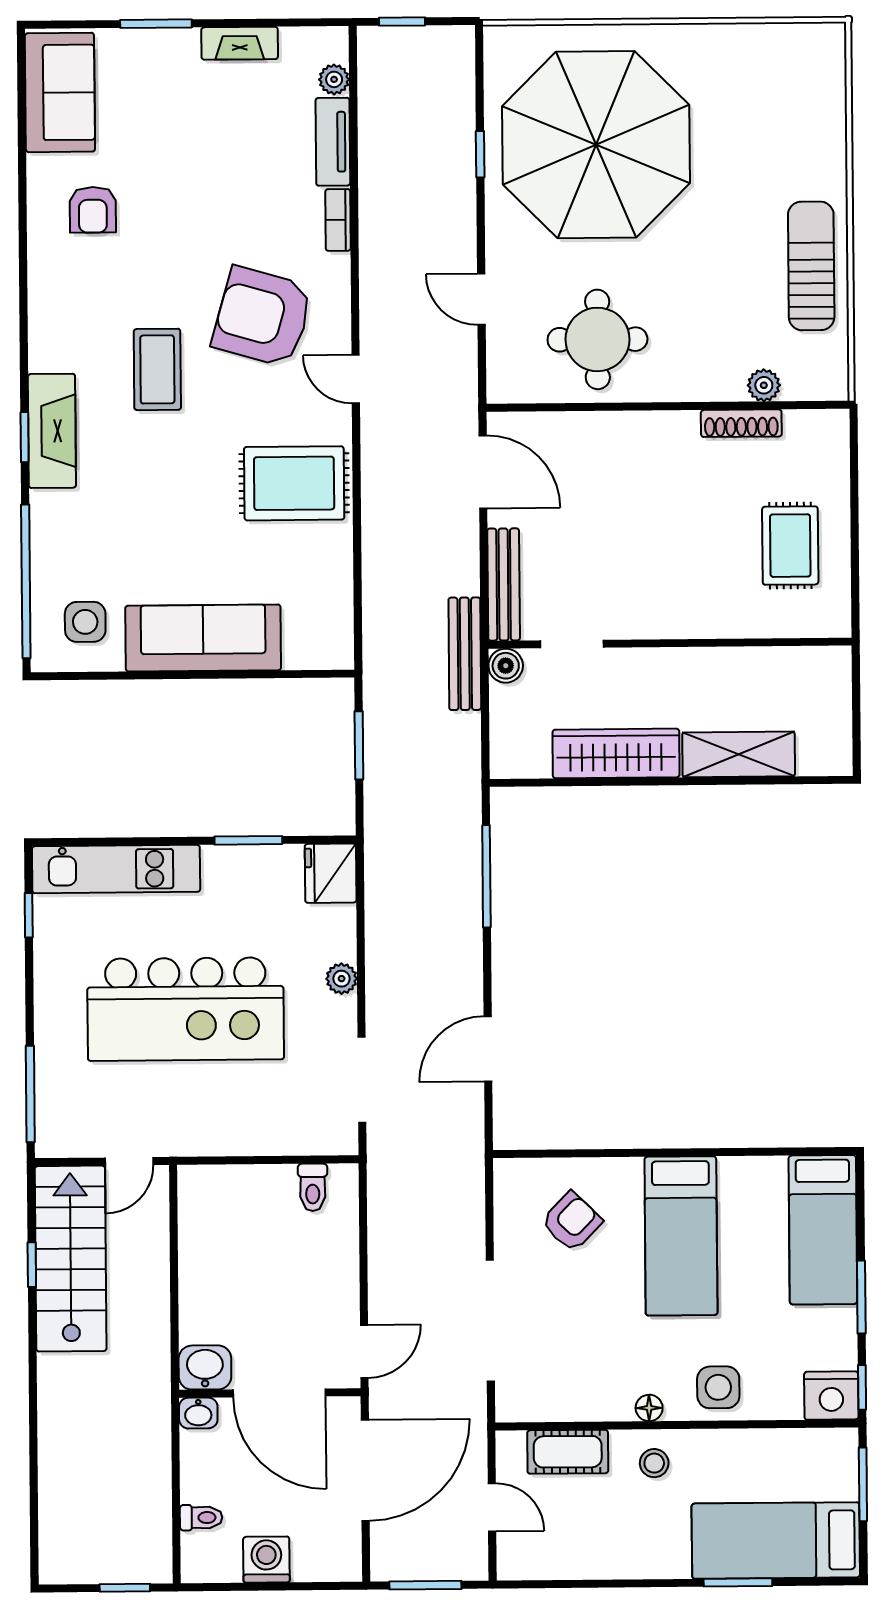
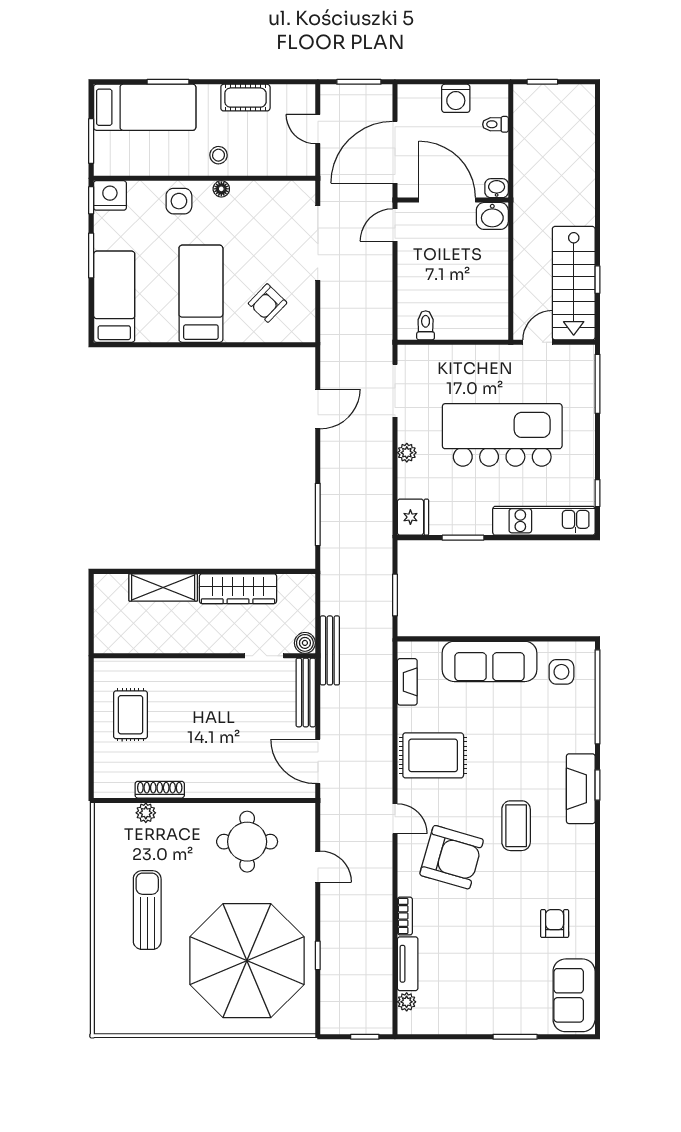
fireplace: (240, 43) -> (407, 682), moved, turned 90
sun lounger: (811, 266) -> (147, 910), moved, turned 180
cot: (568, 1452) -> (245, 98), moved

